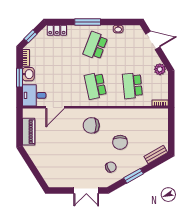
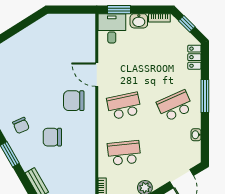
school desk: (95, 46) -> (175, 106), turned -45
window: (19, 78) -> (119, 10), moved
door: (55, 107) -> (97, 75), moved
chair: (91, 125) -> (74, 101), turned -90
piano: (29, 132) -> (66, 21), removed

